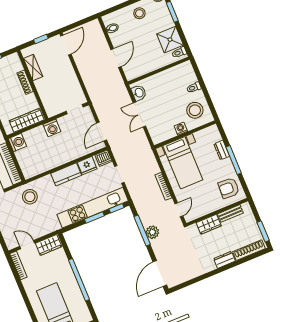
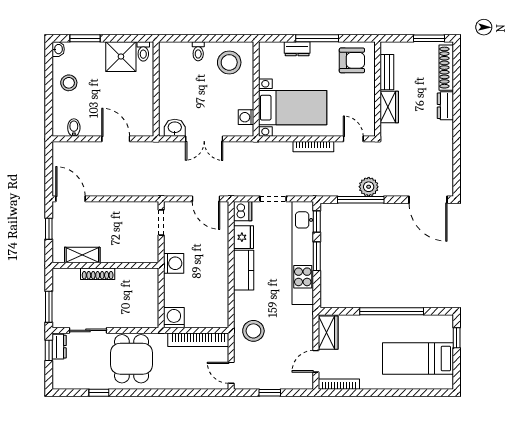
wardrobe: (27, 120) -> (149, 293), removed
washing machine: (181, 129) -> (246, 117), moved
armchair: (229, 188) -> (352, 60), turned -93

